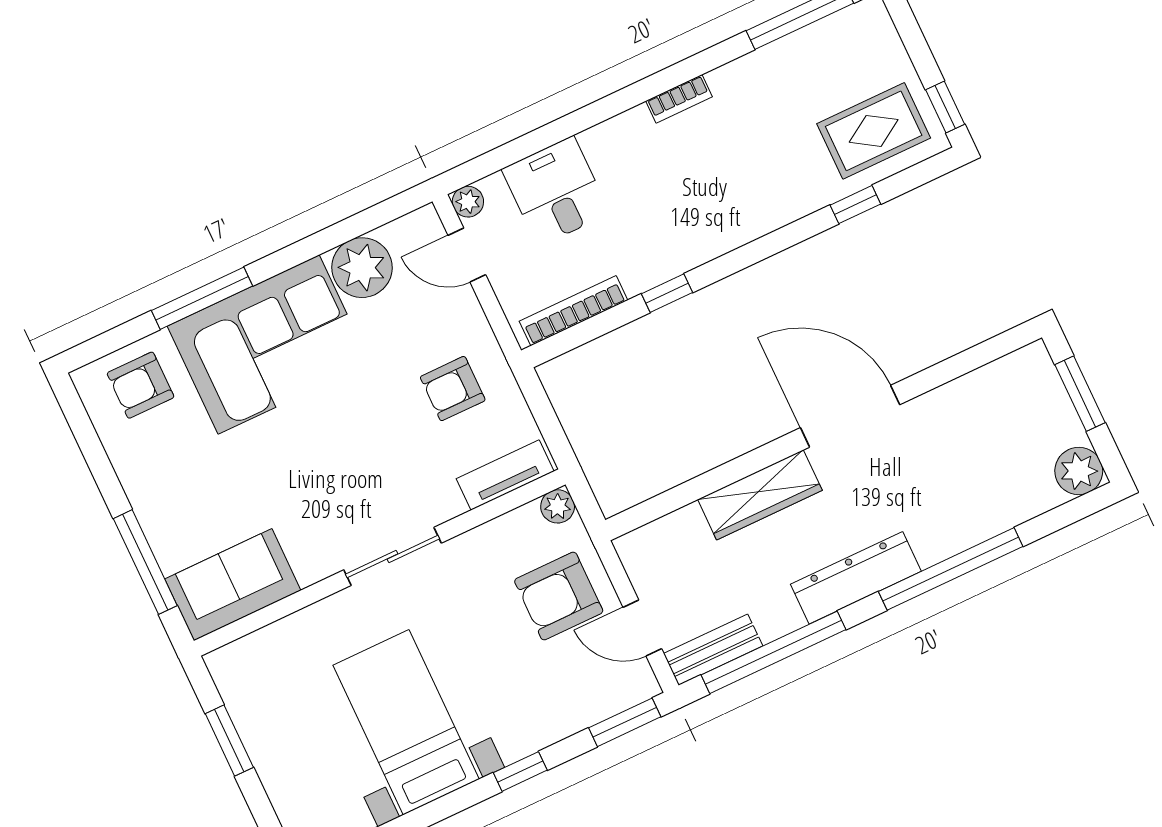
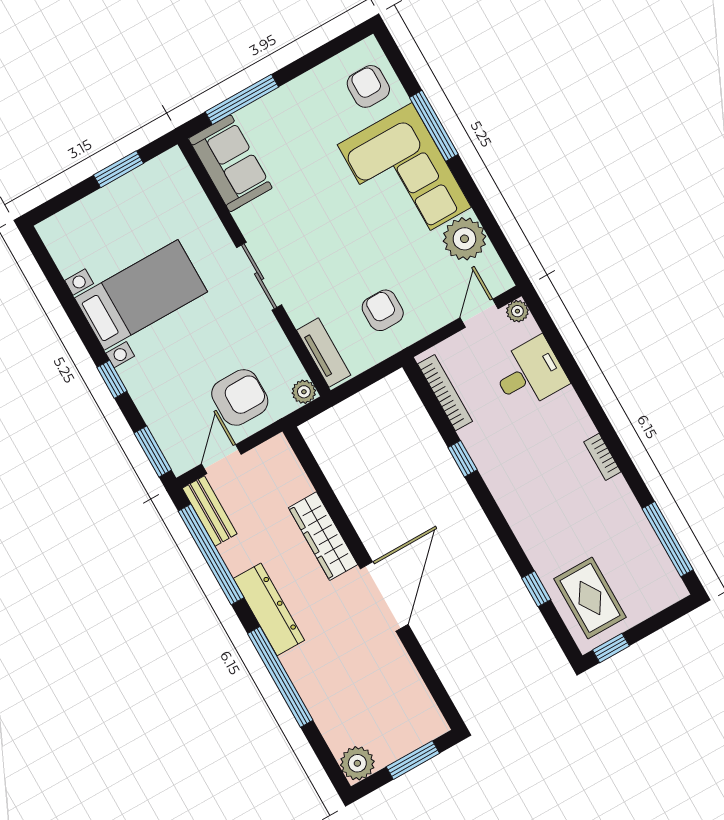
armchair: (559, 596) -> (240, 397), turned 90

